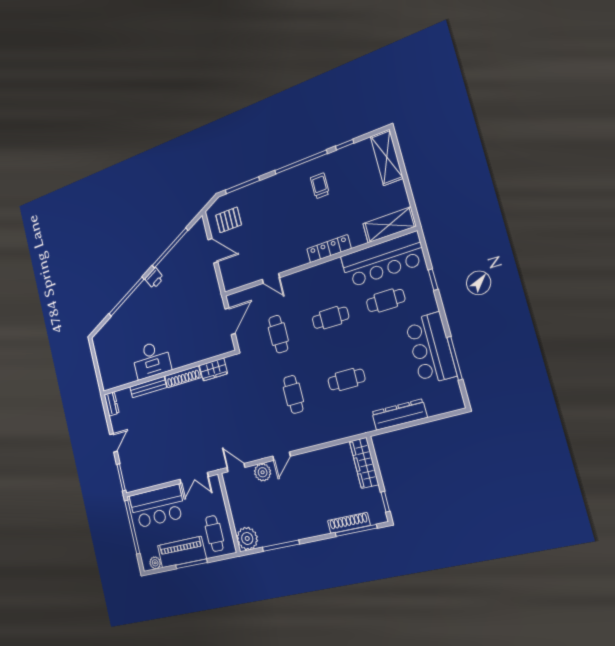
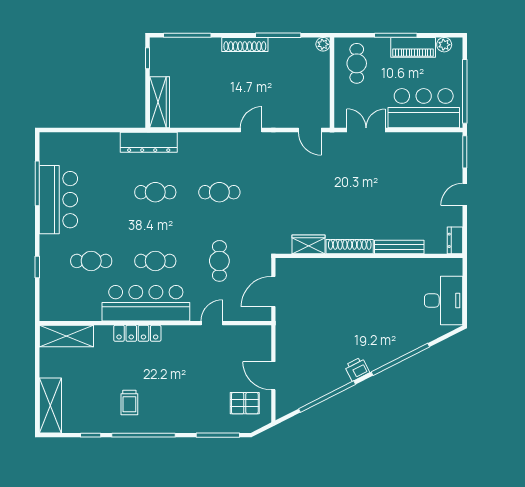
bar counter: (383, 260) -> (146, 303), moved
door: (271, 278) -> (212, 323), hinge flipped
desk: (151, 360) -> (444, 301), moved, turned 90
cafe table: (293, 394) -> (219, 192), turned 90
dresser: (399, 415) -> (149, 142), moved
plant: (263, 472) -> (279, 118), removed
shoe rack: (349, 523) -> (245, 44), moved
plant: (247, 538) -> (323, 44), width x0.53, depth x0.53
piano: (182, 552) -> (413, 47), width x0.73, depth x0.75

